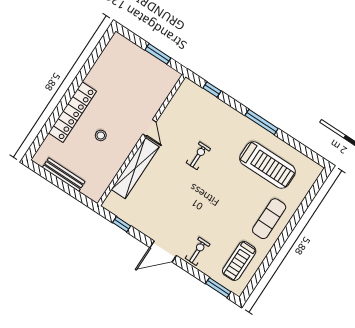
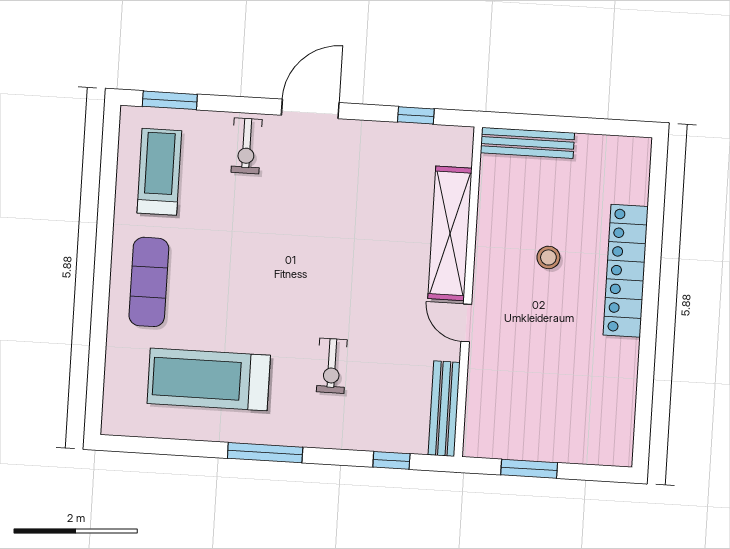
bench: (178, 98) -> (444, 409), added
exercise bike: (198, 156) -> (332, 366), moved
bench: (64, 175) -> (527, 143), moved

